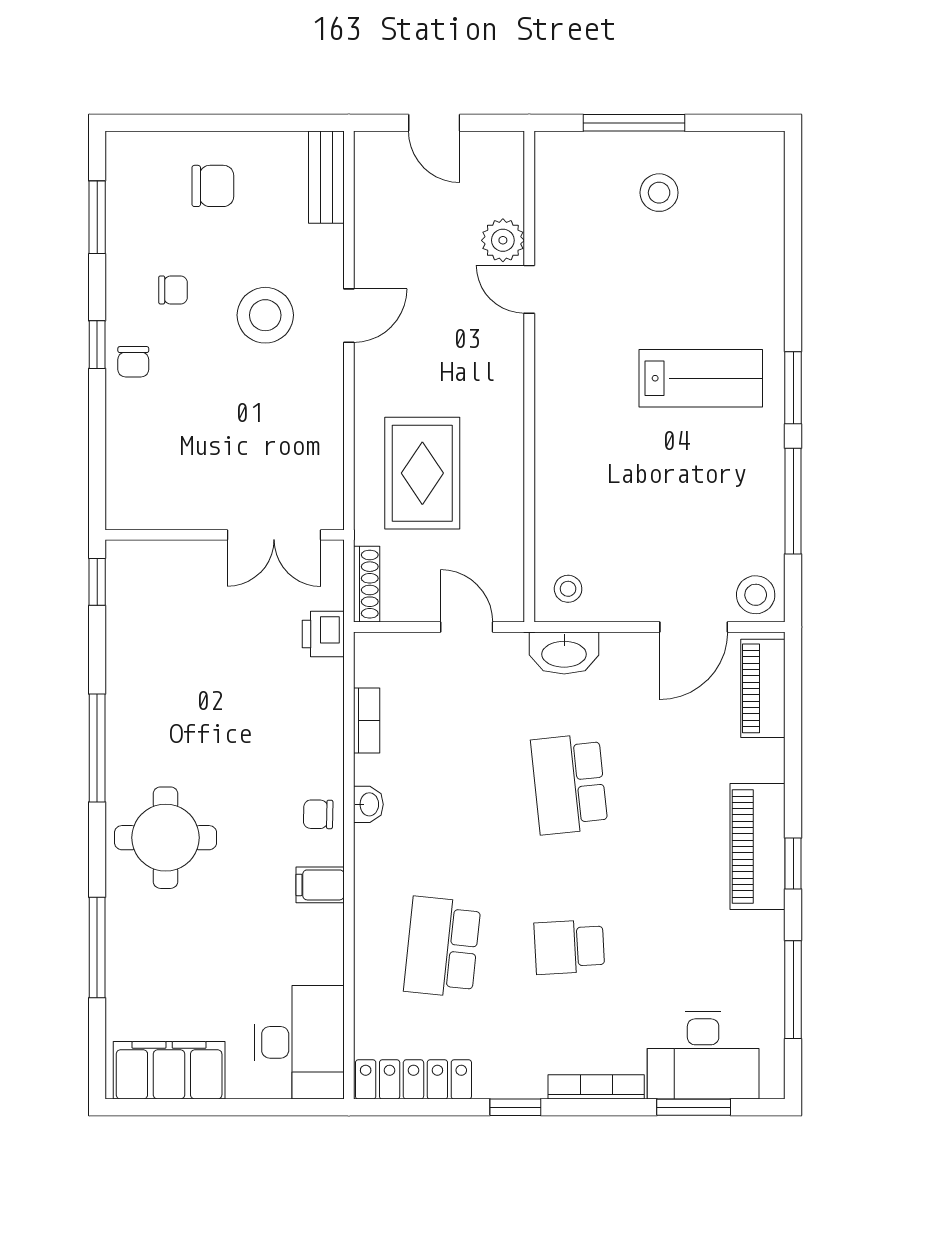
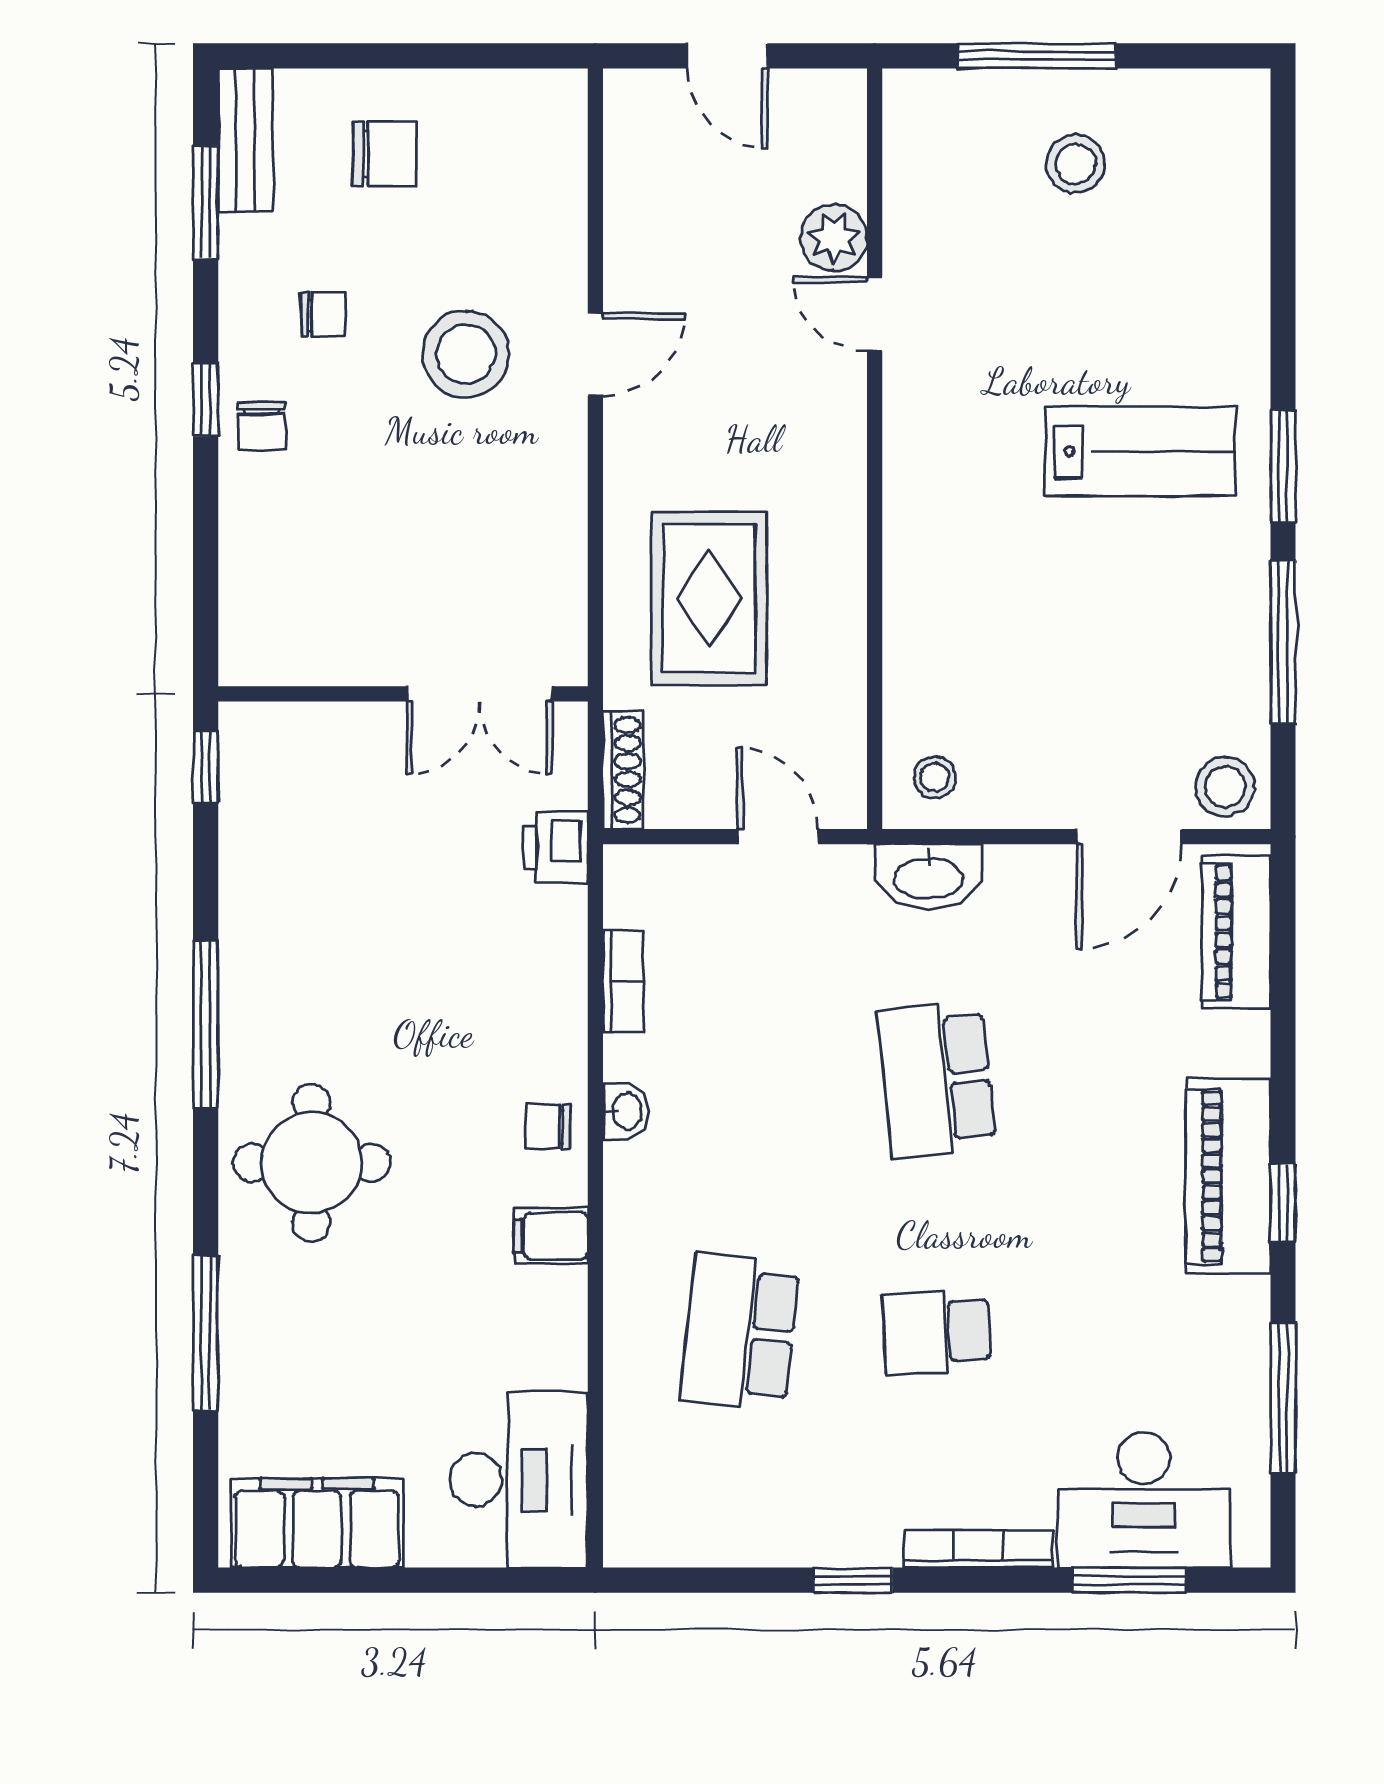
bench: (326, 177) -> (245, 140), moved
locker: (413, 1079) -> (695, 1537), removed

